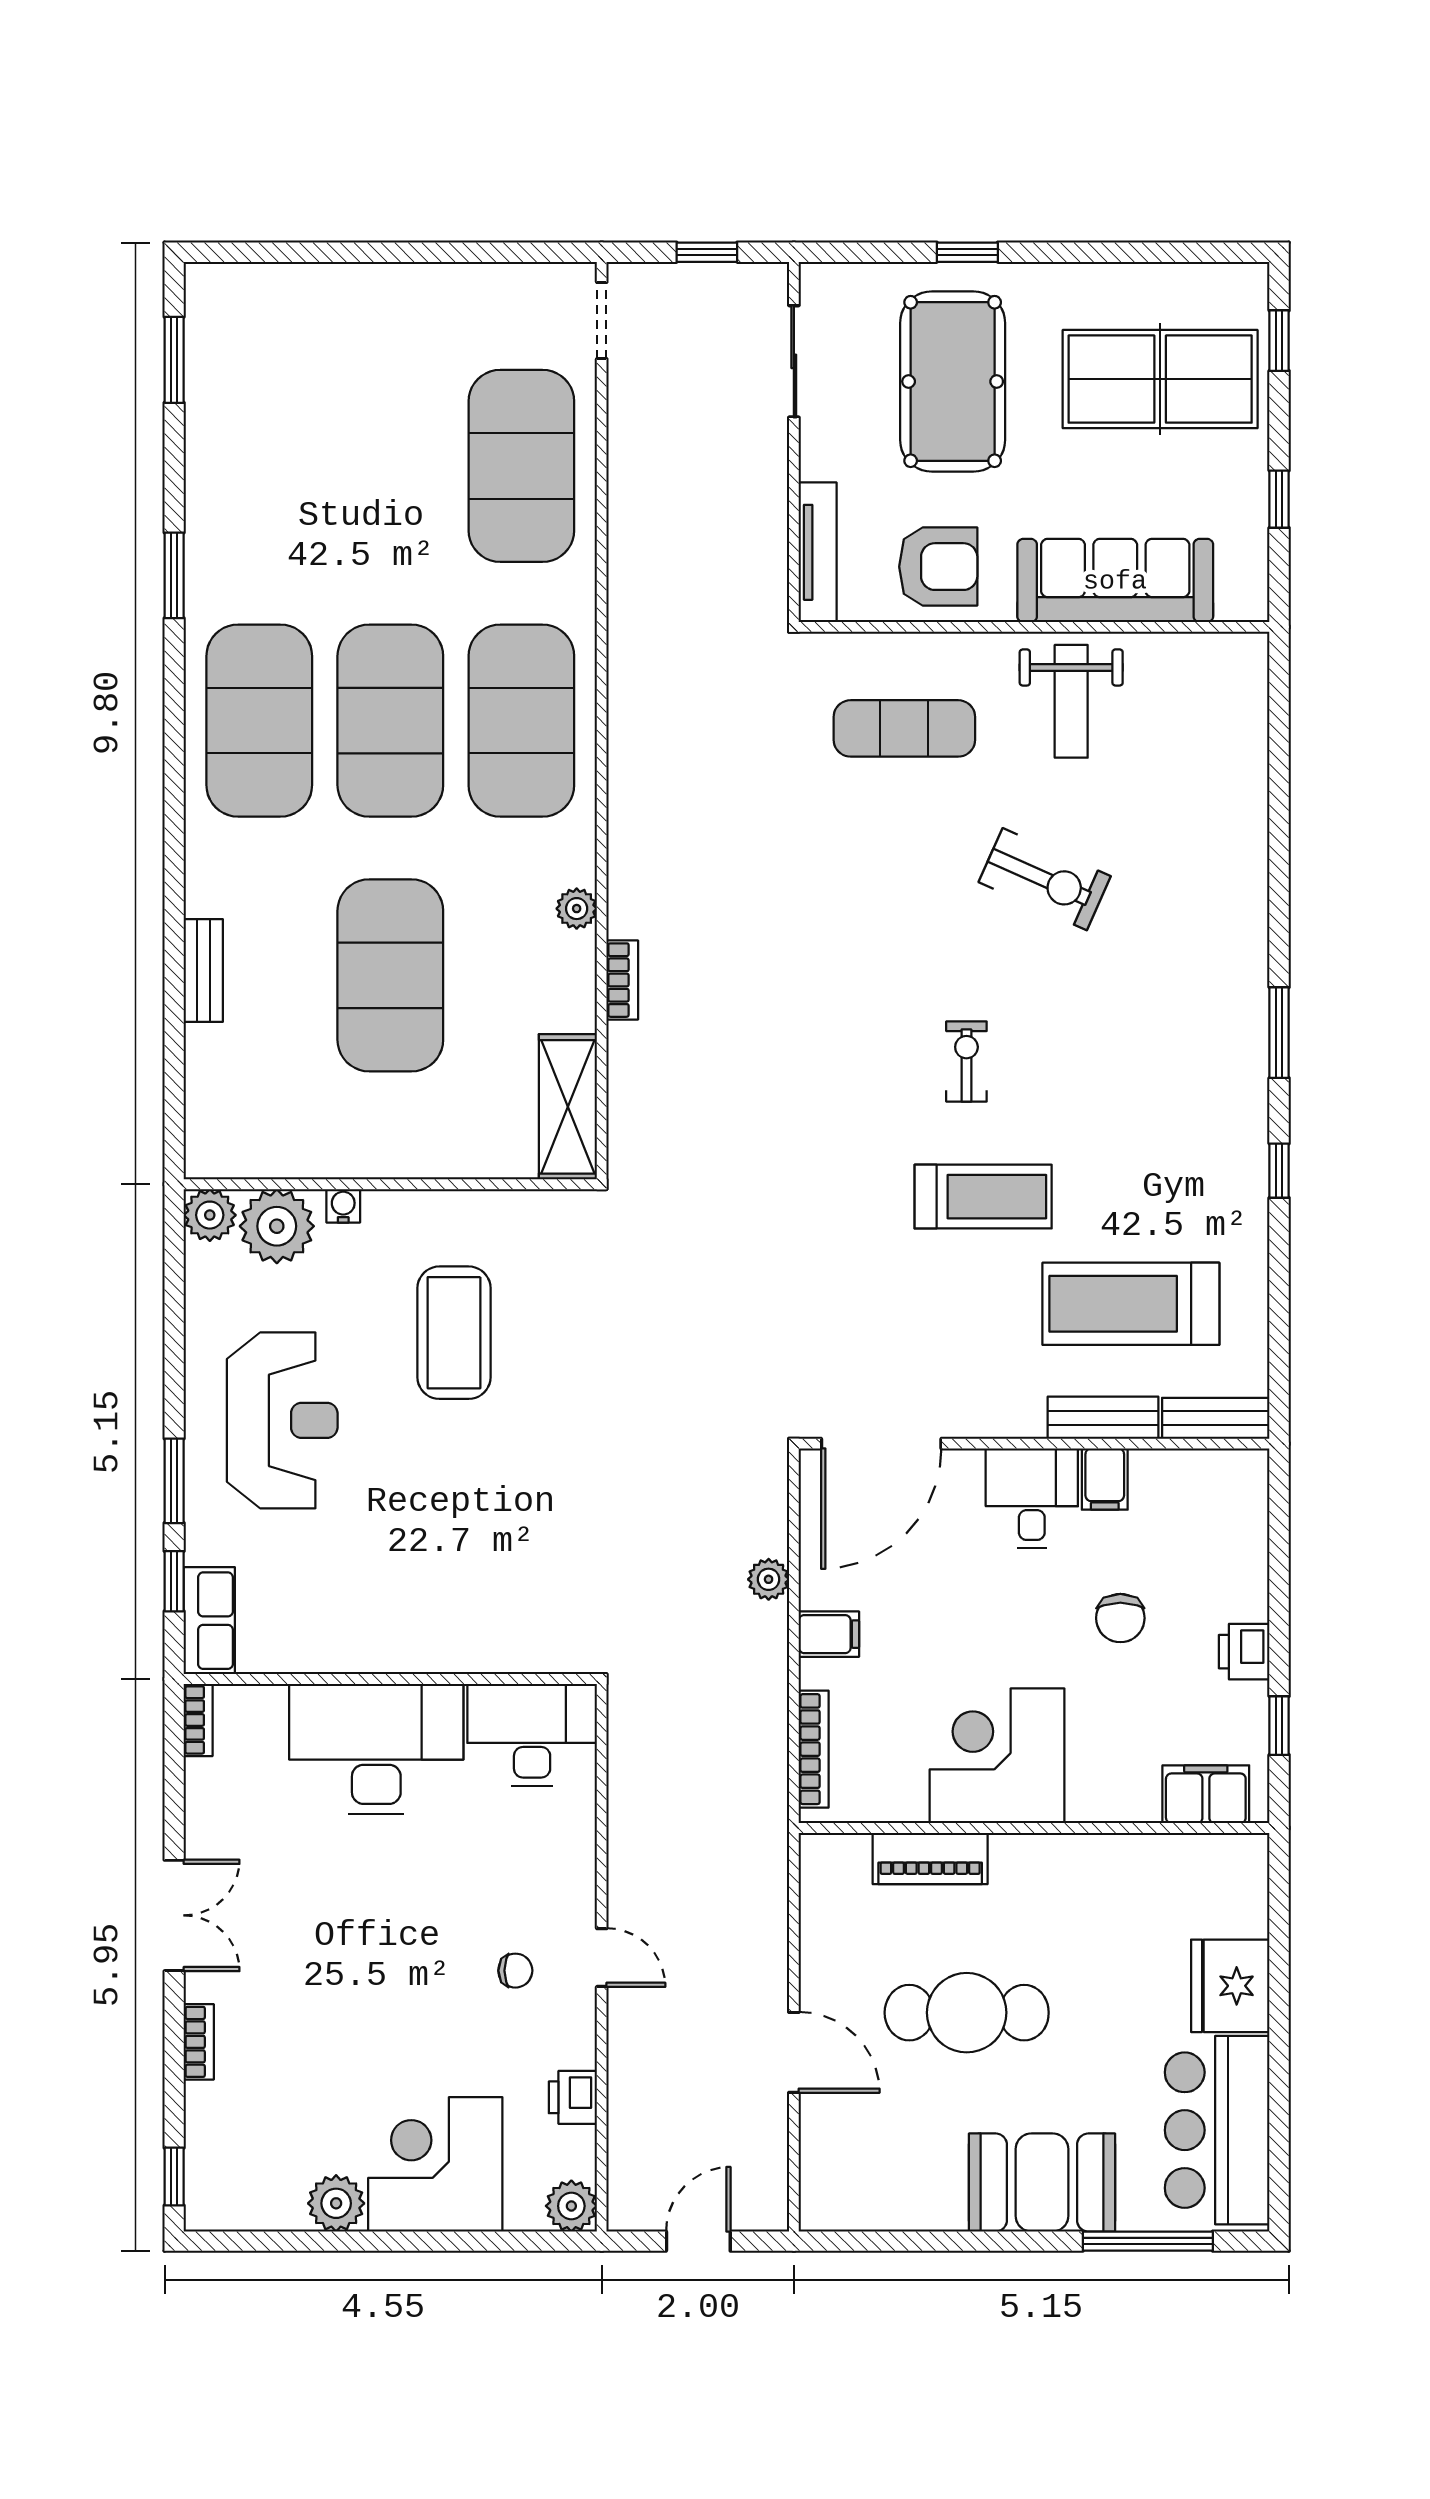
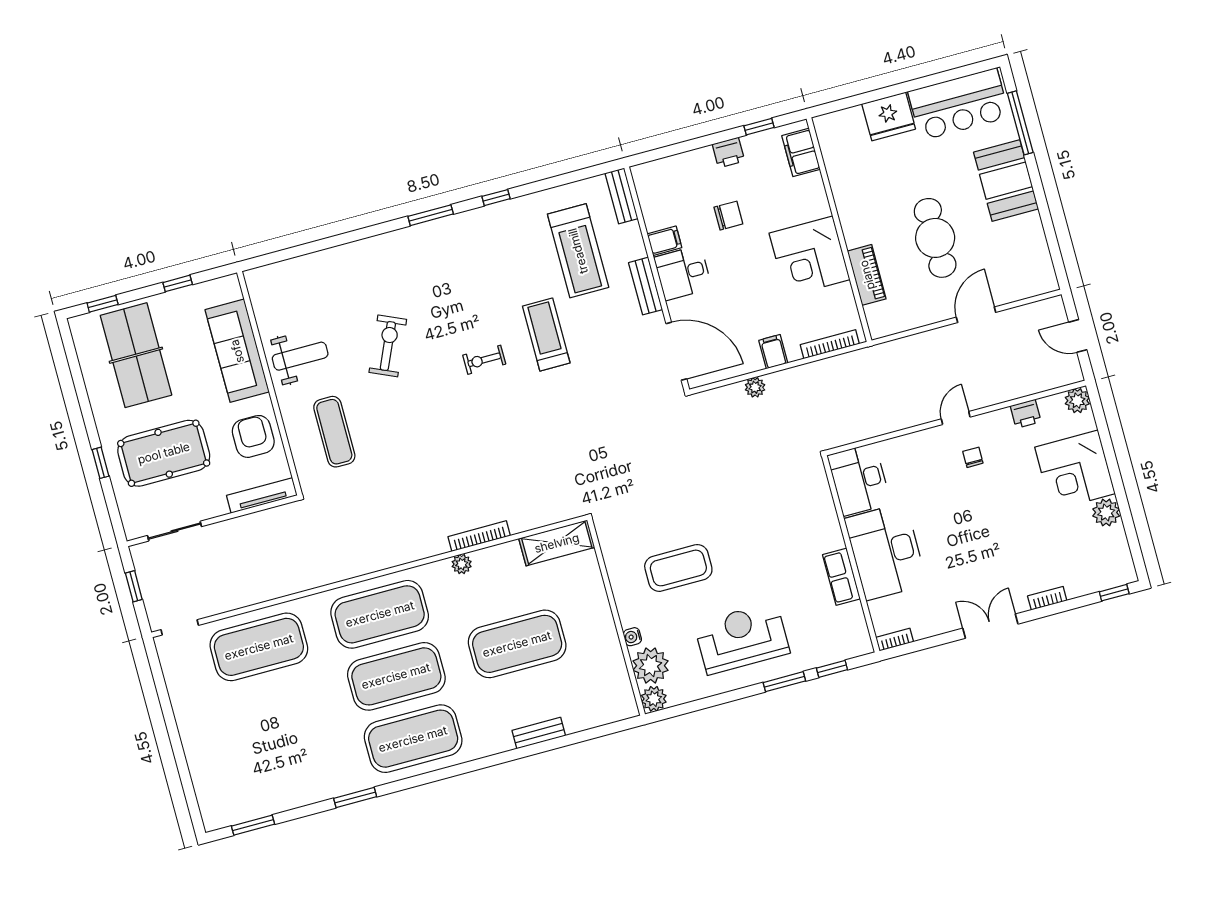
bookcase: (622, 980) -> (479, 536), width x1.56
bench: (1103, 1418) -> (646, 286), moved
row of seats: (209, 1621) -> (841, 577), moved, turned -90

